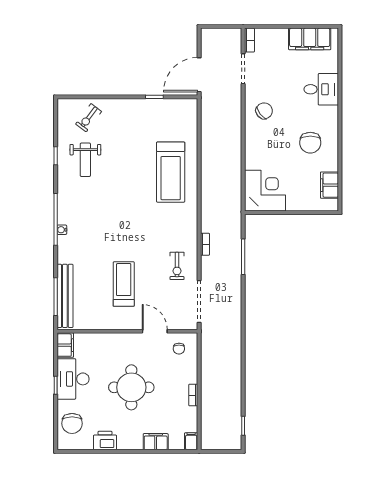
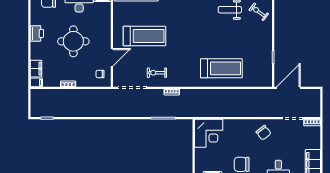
door: (199, 75) -> (288, 88), hinge flipped
treadmill: (171, 172) -> (221, 68), turned 180
treadmill: (124, 284) -> (144, 36), width x1.37, depth x1.38
printer: (105, 441) -> (37, 33), moved
filing cabinet: (156, 442) -> (36, 69), moved

